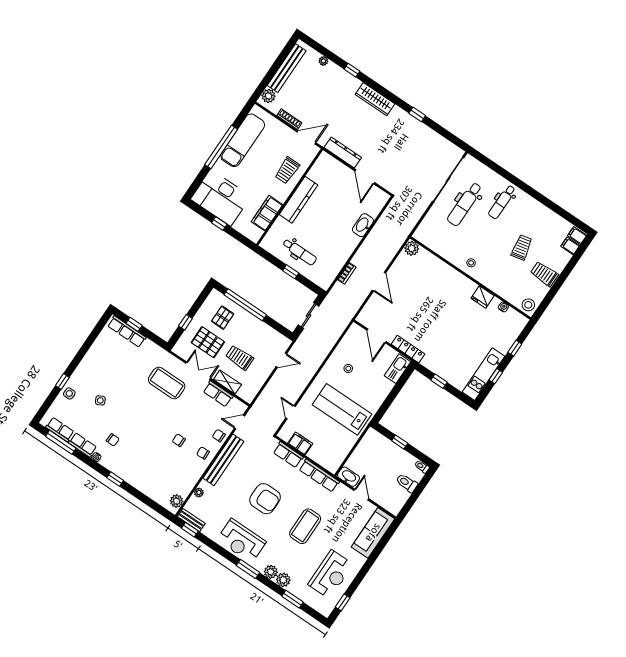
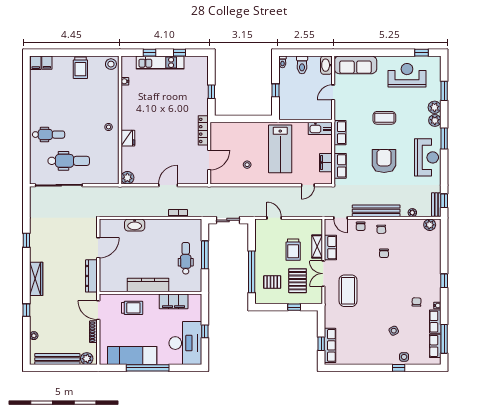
trolley: (522, 247) -> (72, 98), removed
window: (291, 272) -> (205, 255), width x2.17
fridge: (483, 297) -> (128, 138), moved
kitchen sink: (397, 369) -> (320, 128), moved
kitchen unit: (484, 374) -> (160, 63), moved
row of seats: (319, 476) -> (340, 133), width x0.68
washbasin: (349, 477) -> (326, 65), moved
coffee table: (305, 526) -> (384, 118), width x0.73, depth x0.76

